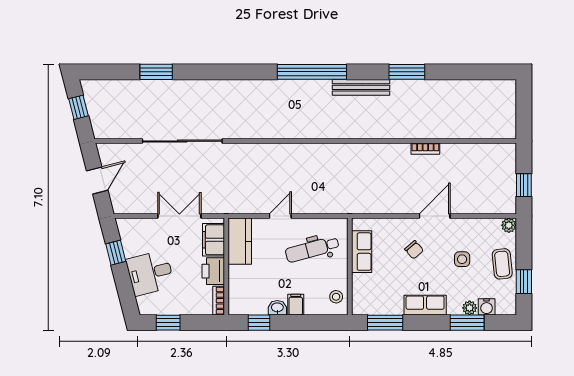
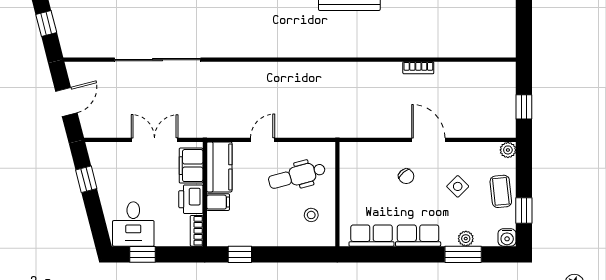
door: (435, 216) -> (428, 140), hinge flipped
row of seats: (362, 252) -> (372, 236), moved, turned -90
side table: (462, 259) -> (458, 186), turned 45
desk: (150, 273) -> (133, 224), moved, turned -76
stool: (336, 297) -> (311, 215), moved
filing cabinet: (296, 305) -> (218, 202), moved, turned 90
water cooler: (487, 307) -> (507, 237), moved
washbasin: (277, 308) -> (260, 238), removed
window: (385, 323) -> (375, 254), removed

